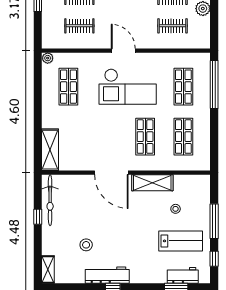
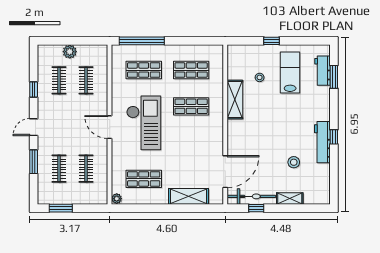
door: (123, 51) -> (110, 127), hinge flipped
shelving: (50, 150) -> (188, 196), moved
door: (111, 173) -> (225, 172), moved
window: (38, 217) -> (256, 208), moved
window: (214, 221) -> (271, 41), width x0.46
window: (214, 259) -> (307, 41), removed
shelving: (48, 269) -> (290, 198), moved

